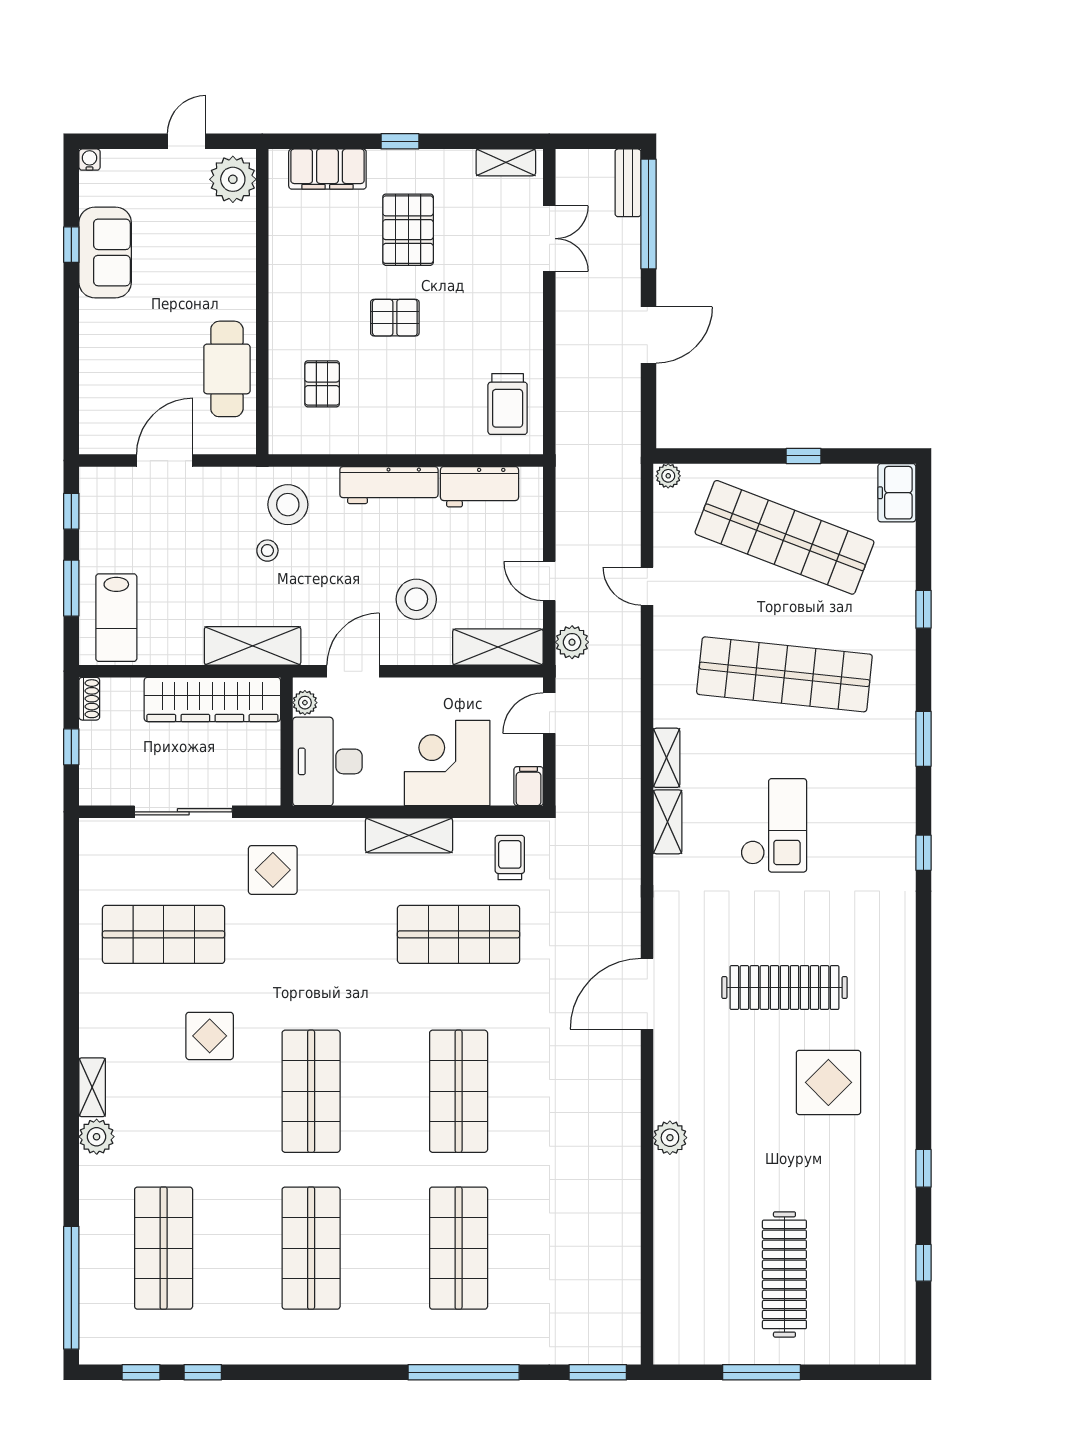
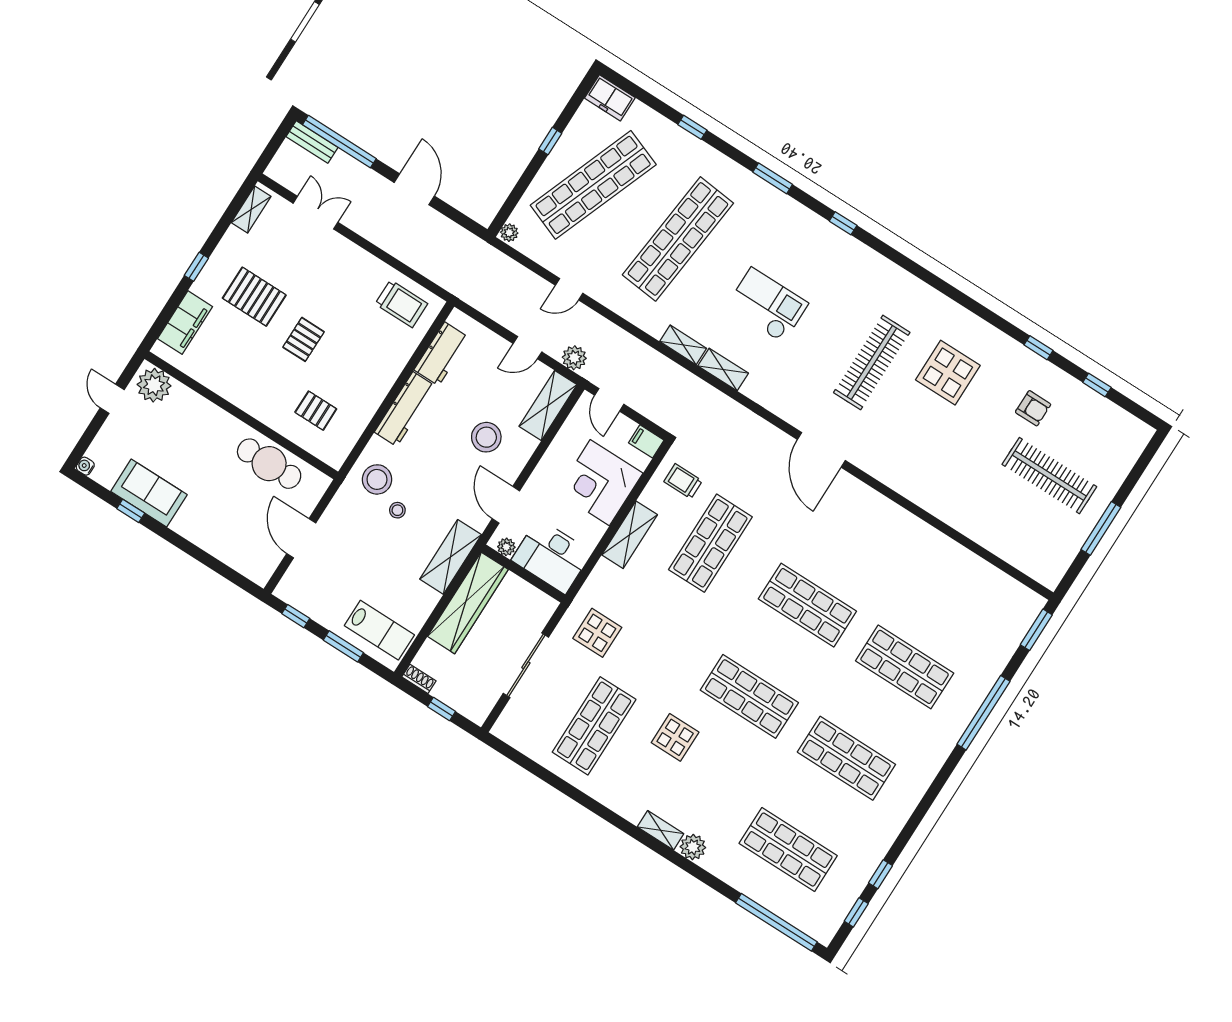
plant: (670, 1138) -> (920, 493), removed
armchair: (850, 1206) -> (1033, 408), added

